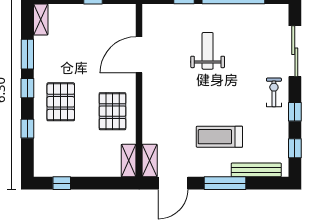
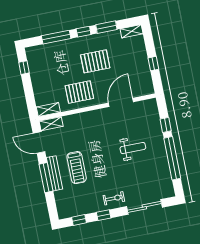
door: (139, 55) -> (121, 102), hinge flipped
pallet: (61, 102) -> (95, 61), moved
window: (27, 129) -> (56, 37), width x2.17
treadmill: (219, 137) -> (77, 168), turned 180
bench: (256, 170) -> (54, 173), moved

